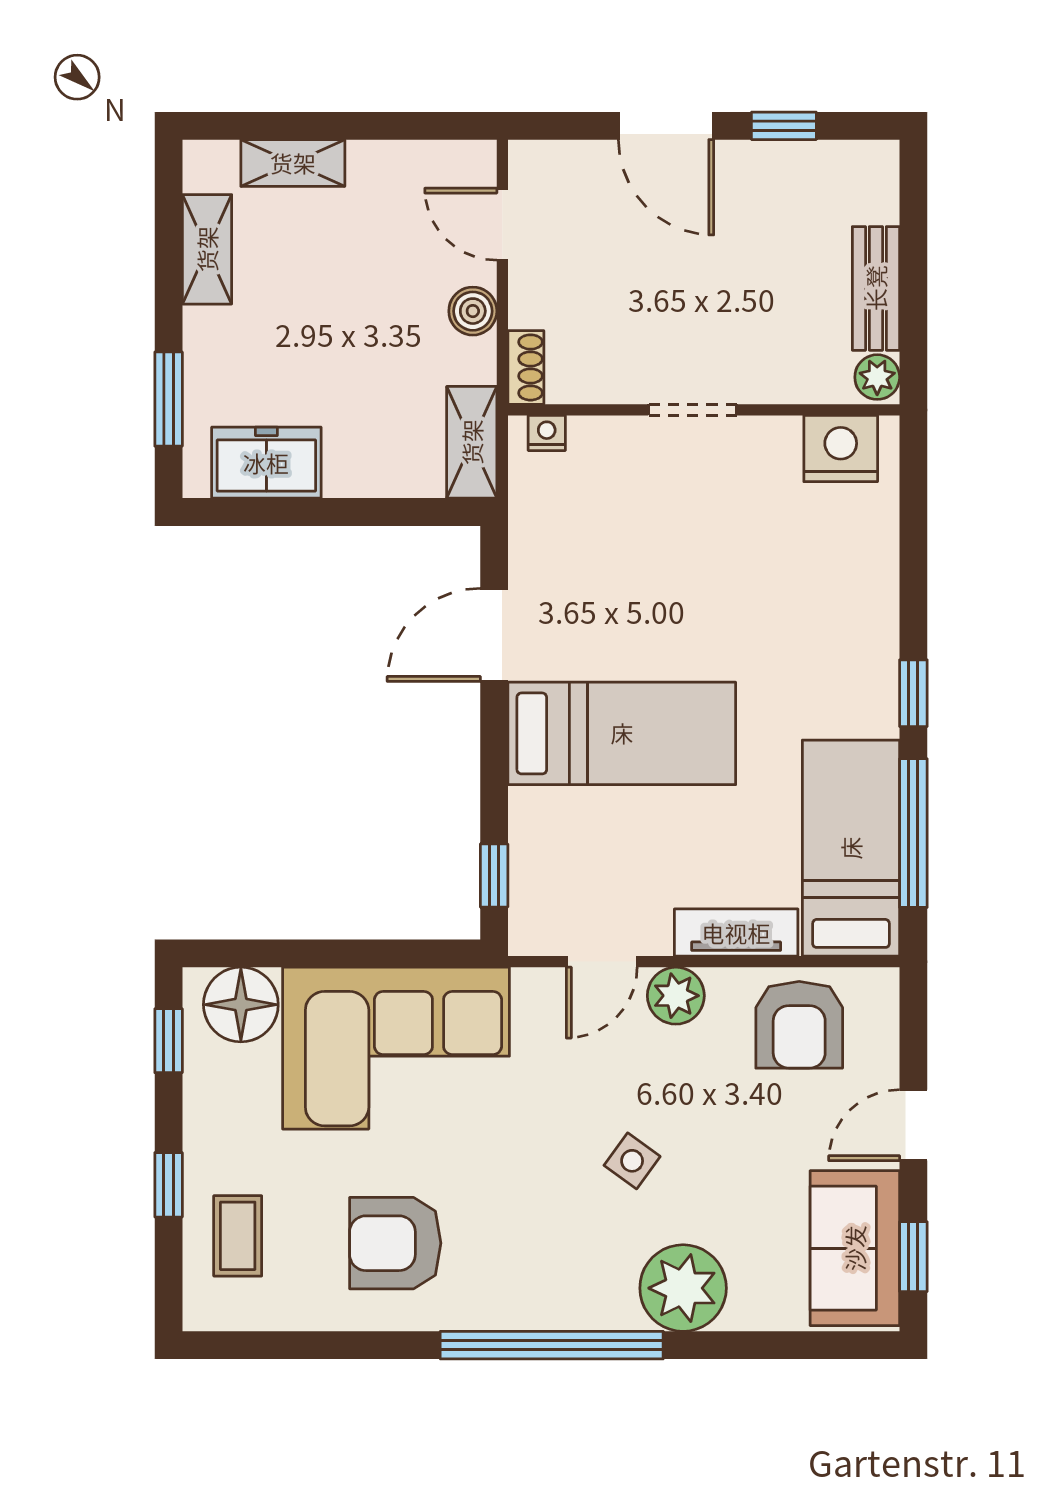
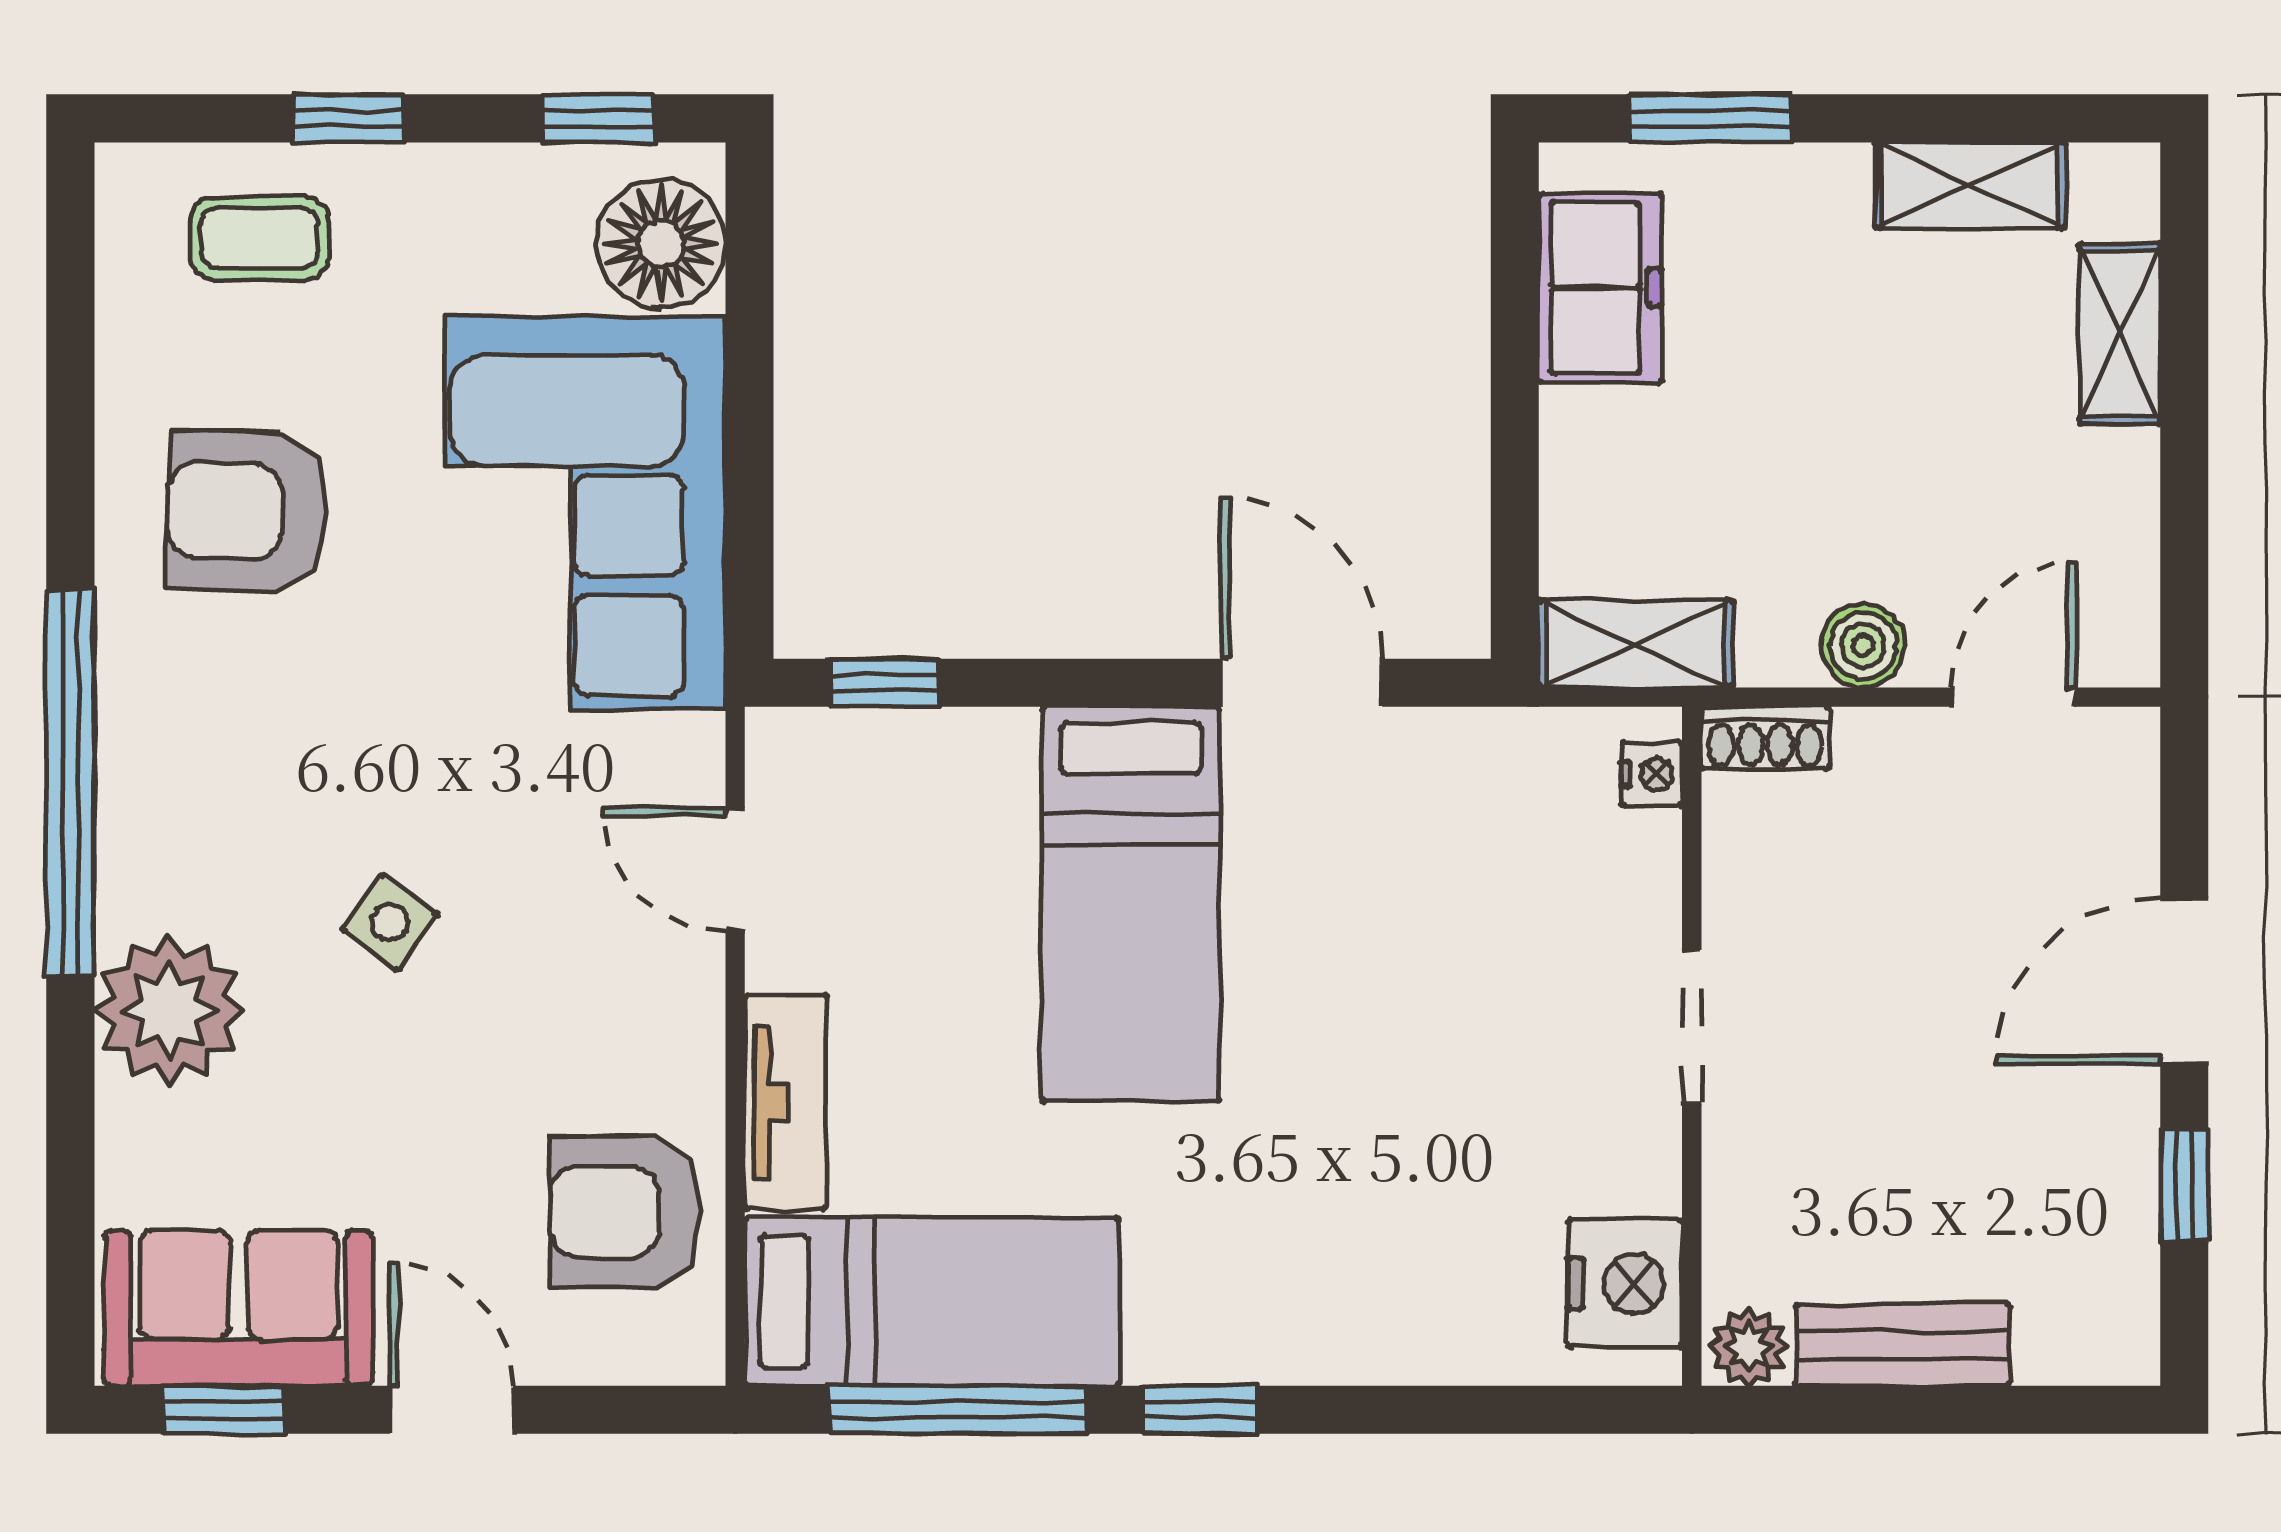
plant: (676, 996) -> (676, 998), removed
armchair: (395, 1243) -> (247, 511), turned -88

